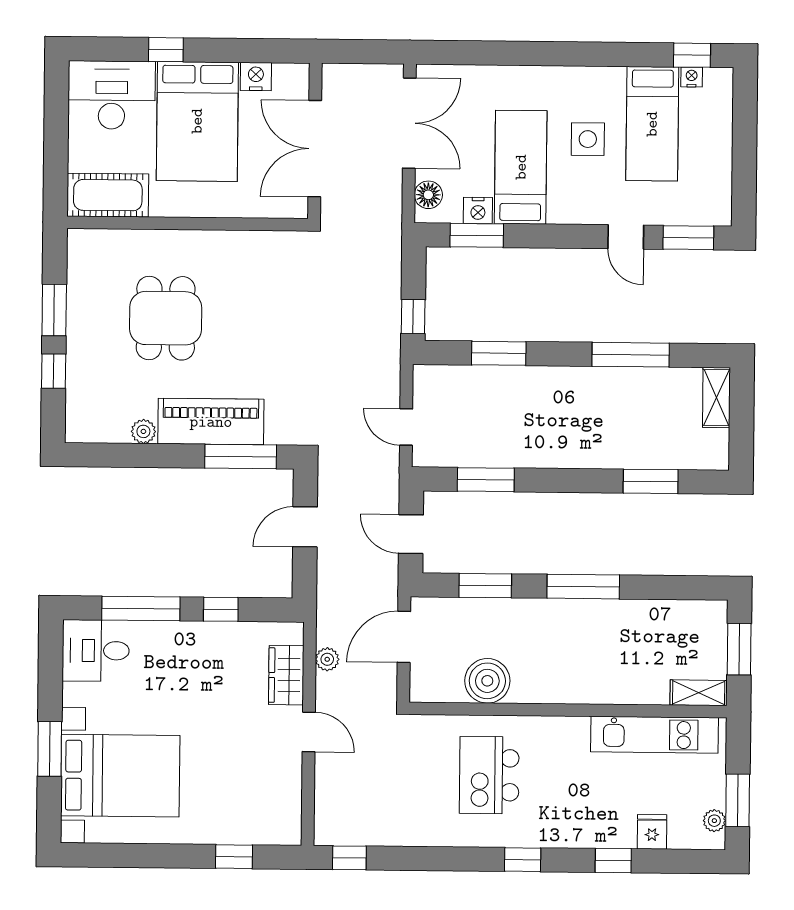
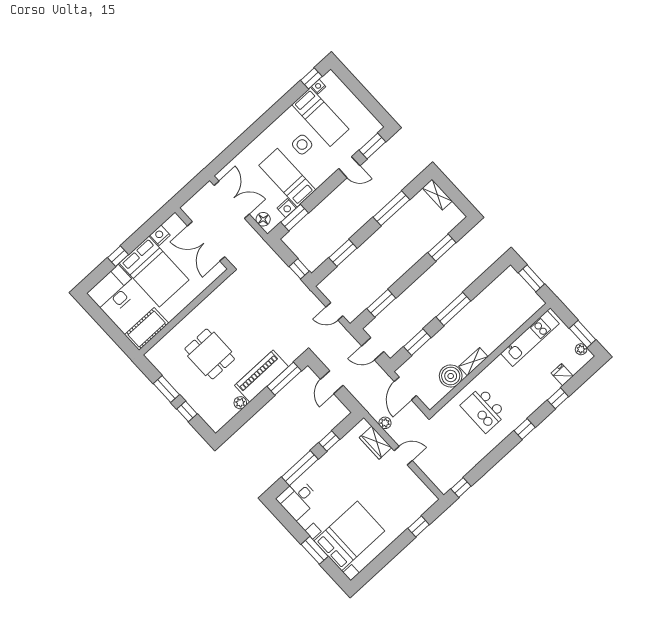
shelving: (699, 693) -> (473, 362), moved

